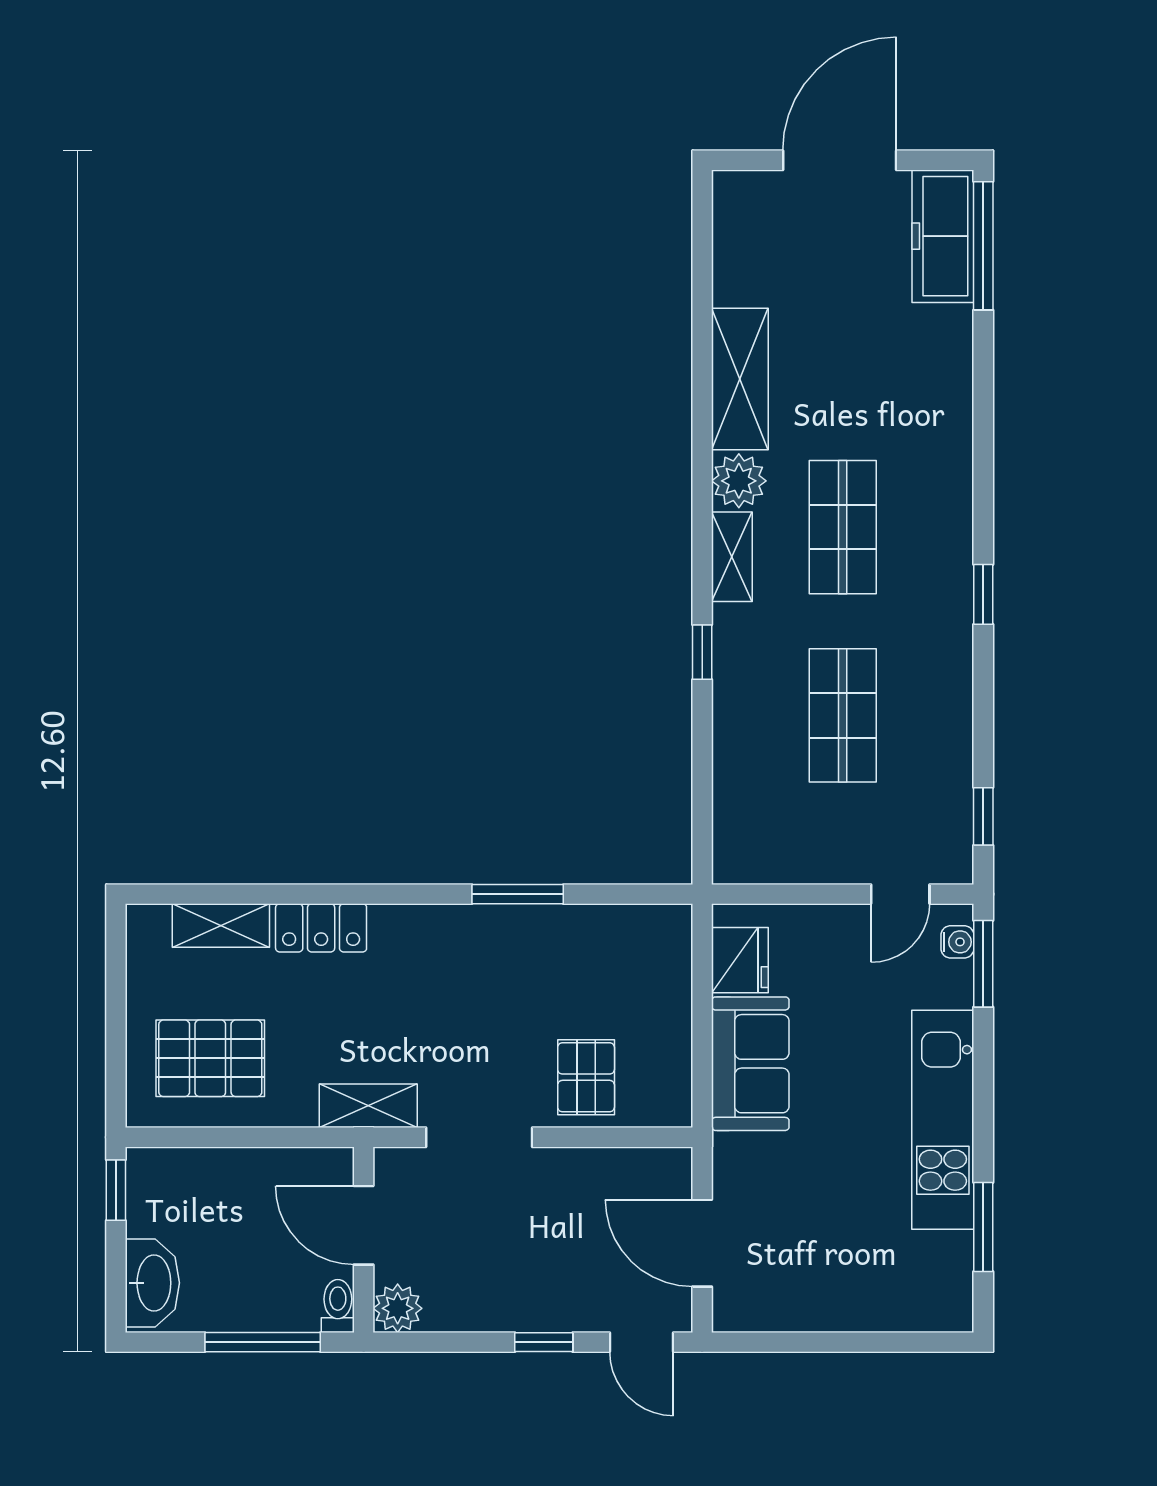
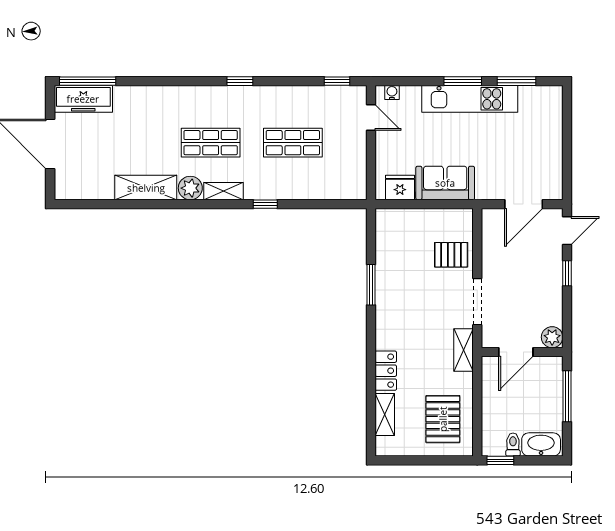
window: (983, 964) -> (463, 81), moved
toilet: (338, 1306) -> (513, 445), moved, turned 90

